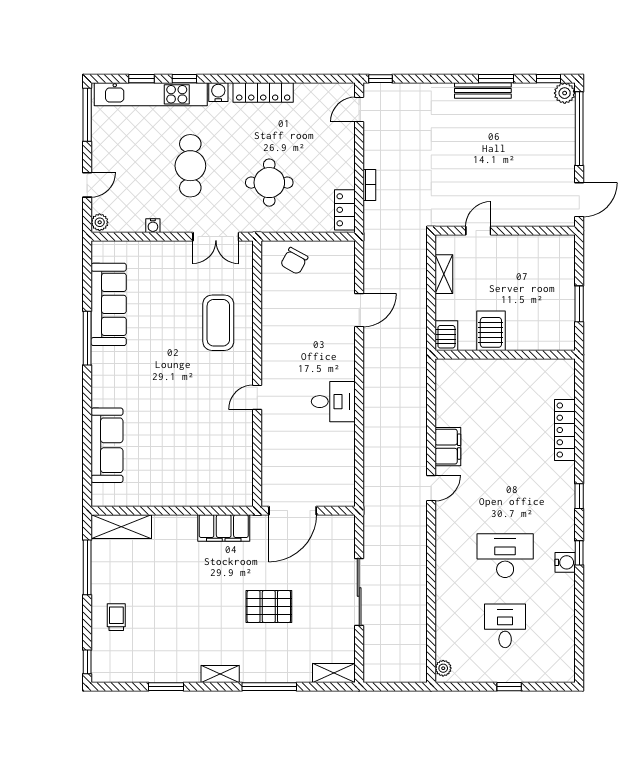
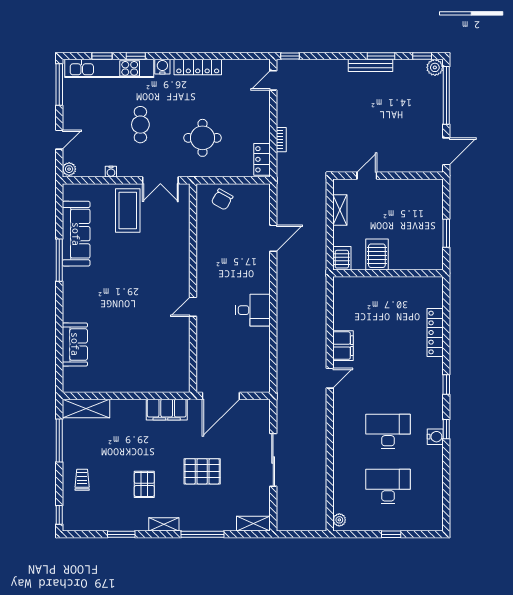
cafe table: (190, 166) -> (140, 125), width x0.73, depth x0.74
coffee table: (218, 323) -> (128, 210), moved
sofa: (107, 445) -> (75, 344), width x0.73
pallet: (195, 623) -> (144, 484), added
desk: (505, 626) -> (388, 487), width x1.37

